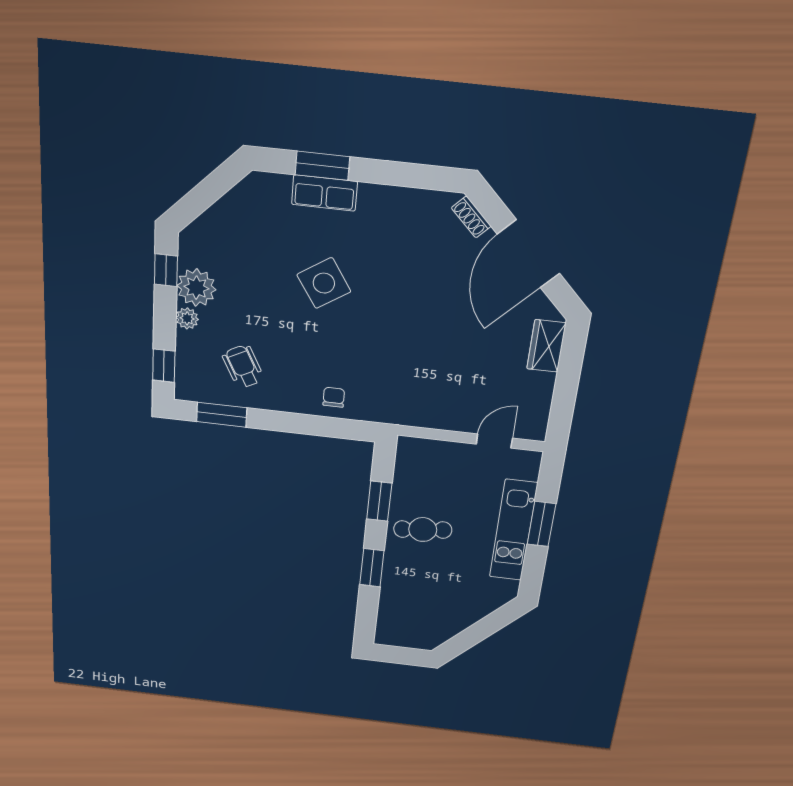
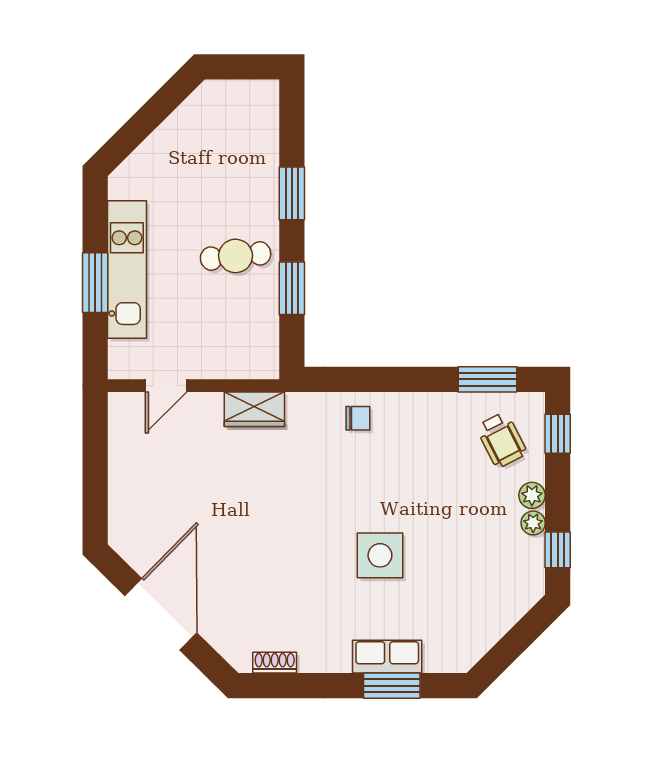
shoe rack: (471, 217) -> (275, 663), moved, turned -45
side table: (324, 283) -> (380, 555), turned 33
plant: (196, 288) -> (533, 523), width x0.53, depth x0.53
wardrobe: (546, 346) -> (254, 409), moved, turned 90
wheelchair: (243, 366) -> (502, 440), moved
chair: (334, 397) -> (358, 418), turned -90

